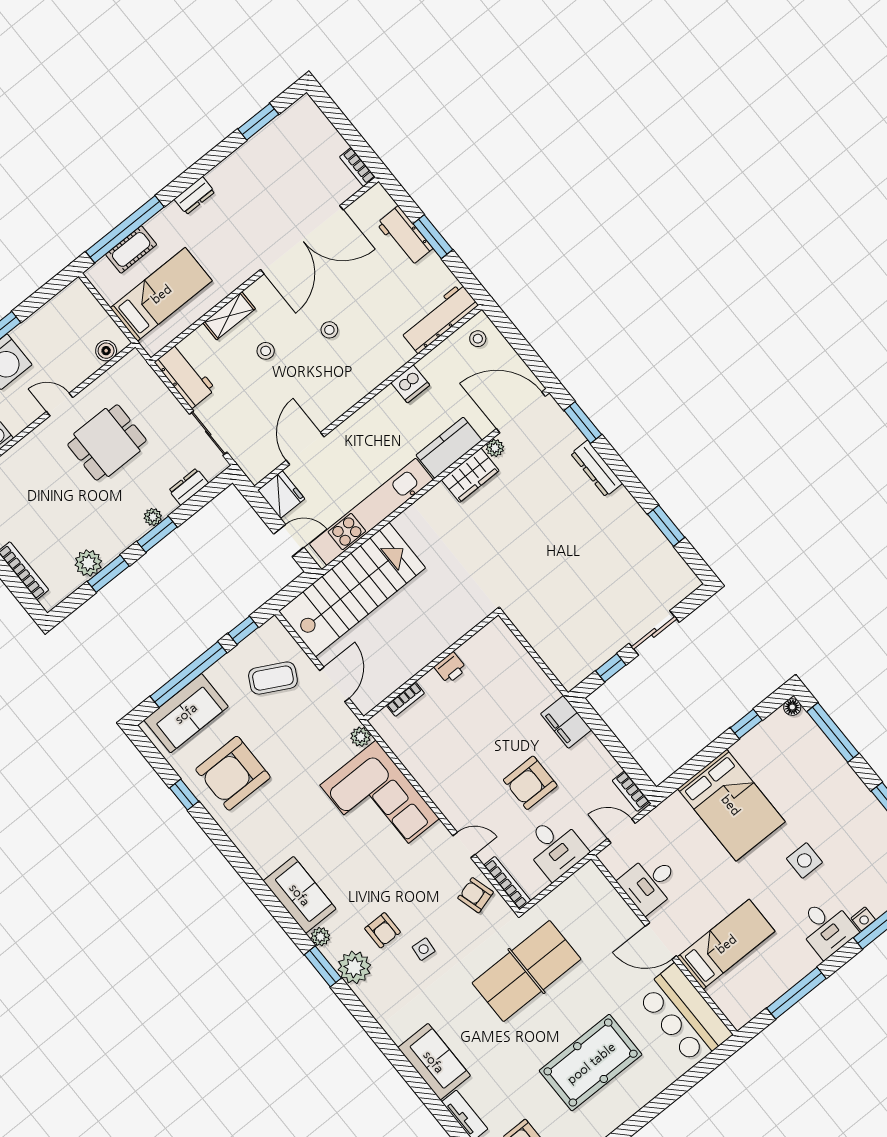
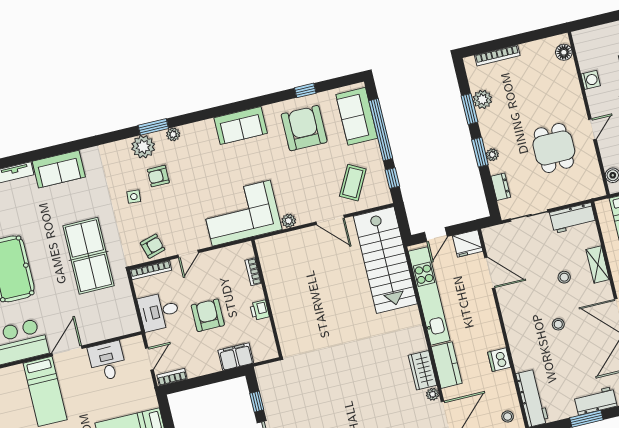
wall: (431, 666) -> (267, 298), moved
printer: (450, 668) -> (260, 310), moved
bookcase: (405, 699) -> (253, 272), moved
sofa: (300, 895) -> (241, 125), moved

